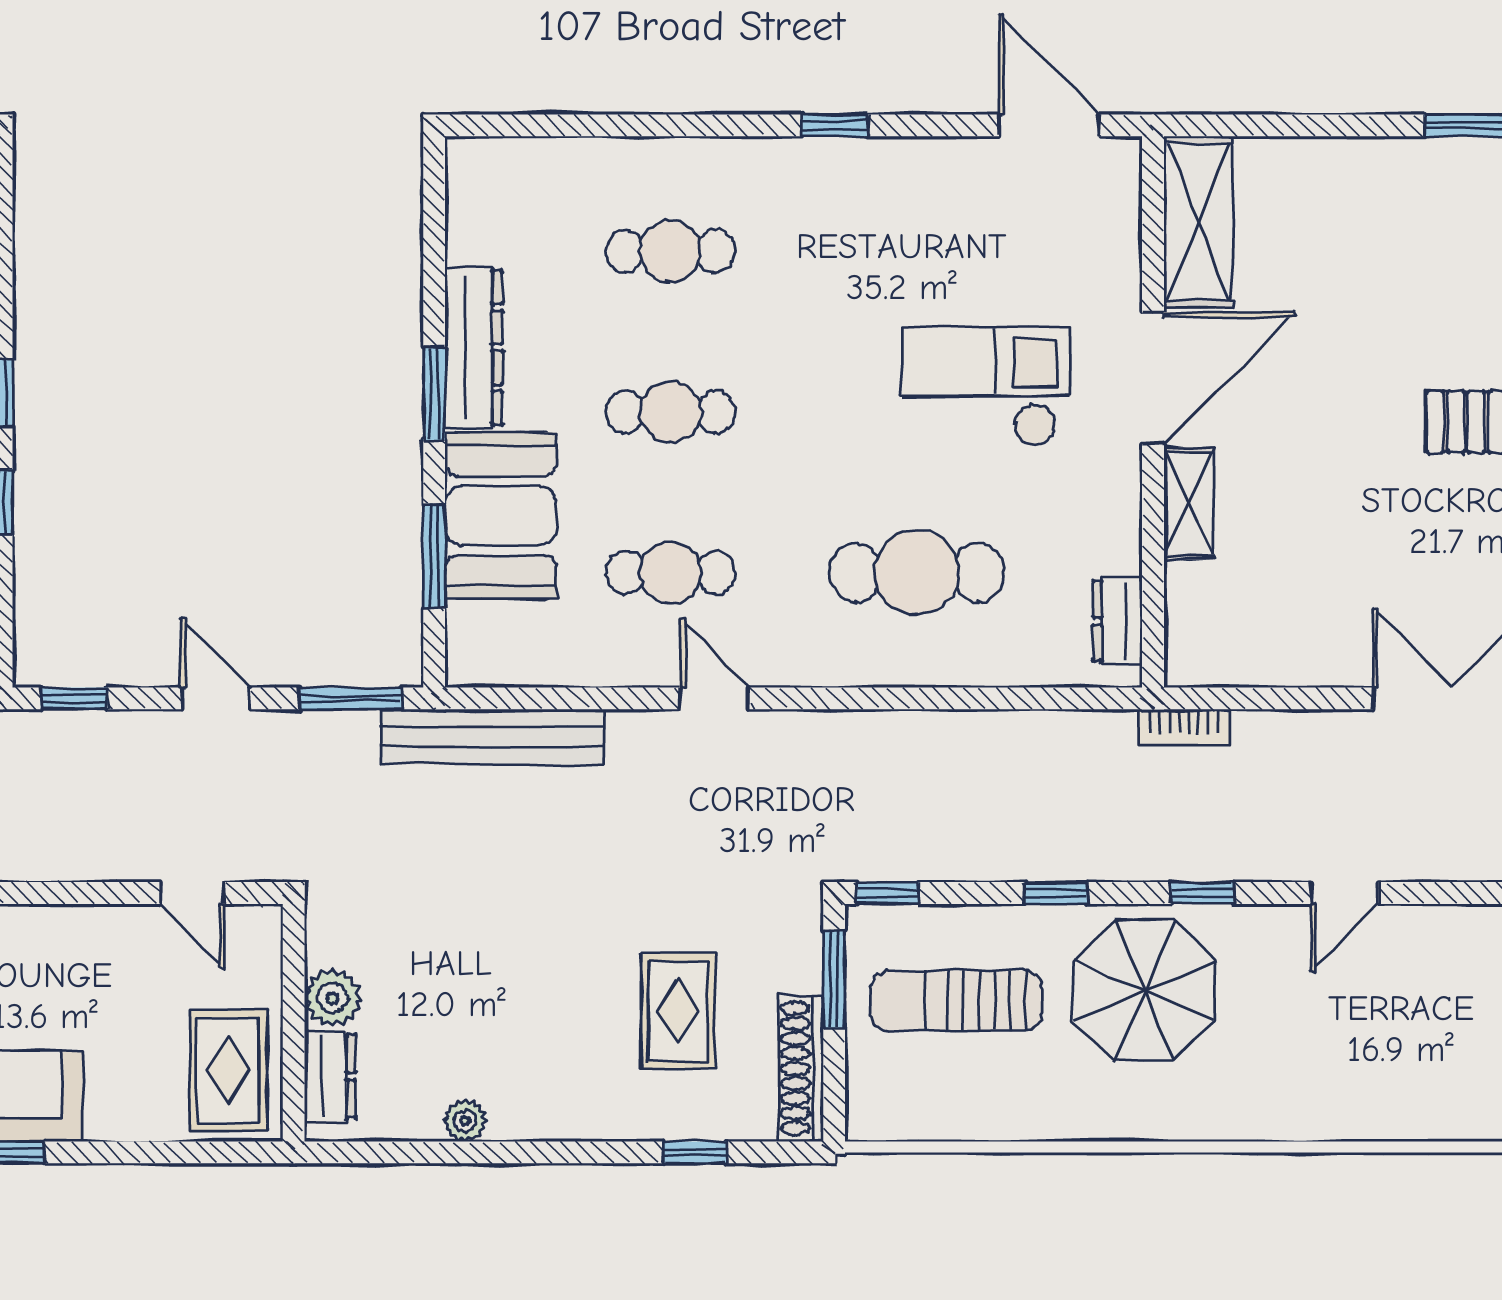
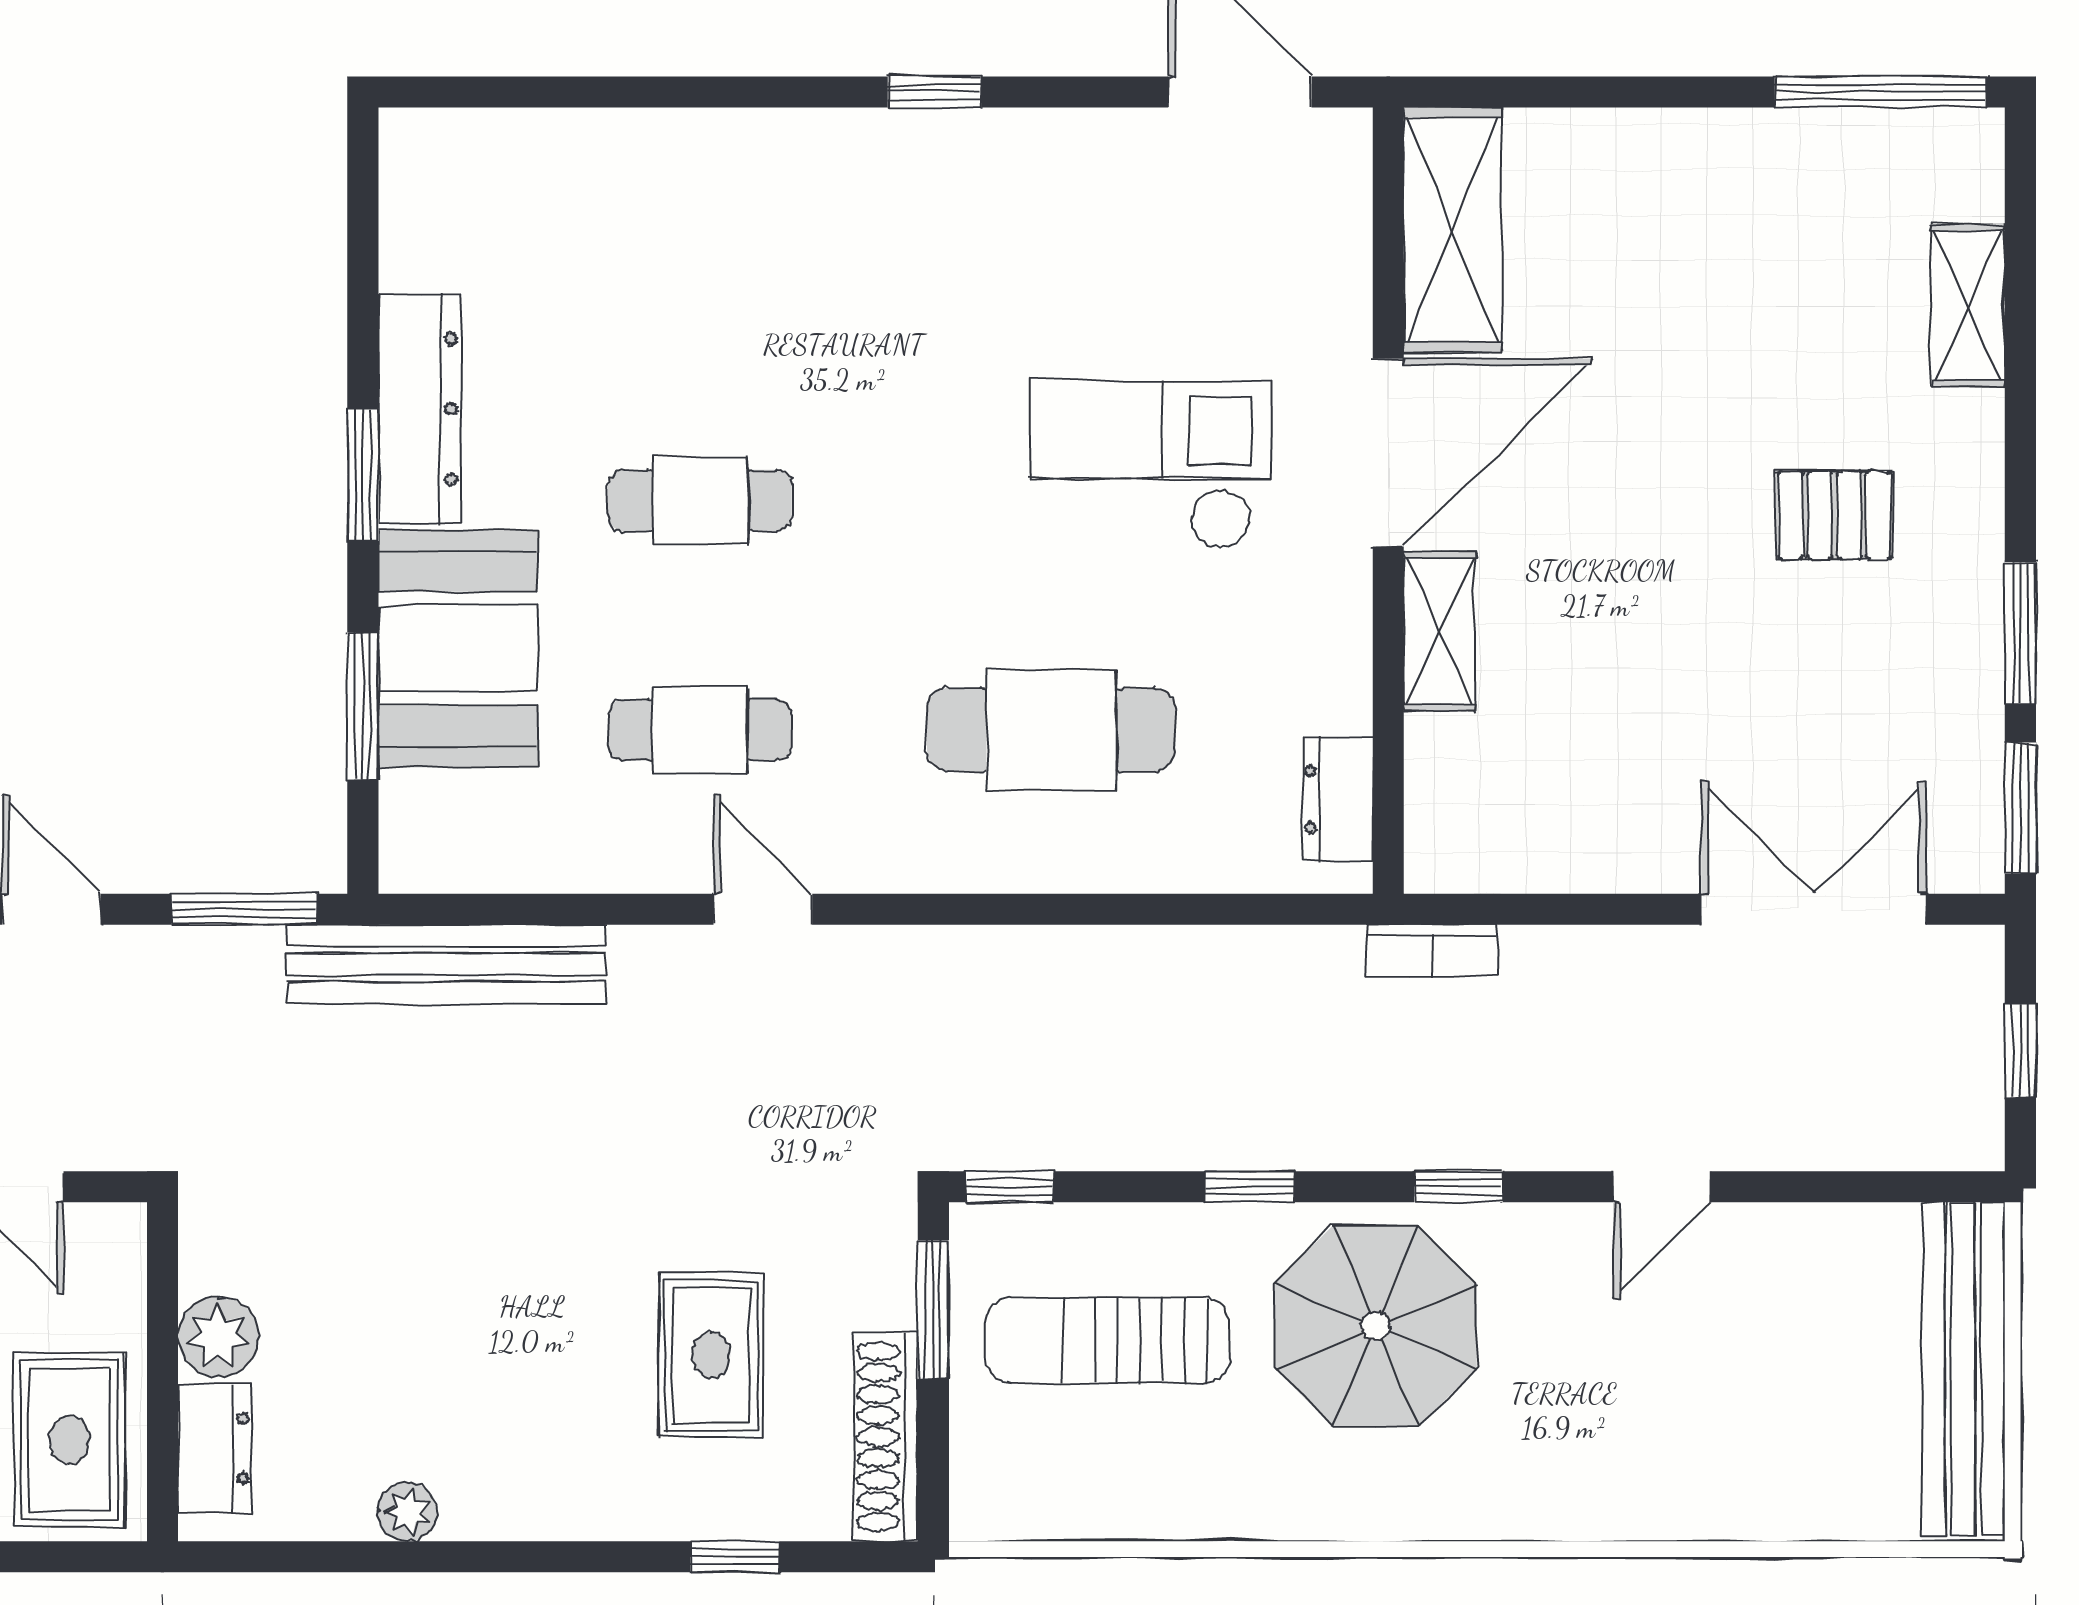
cafe table: (670, 251) -> (700, 271), removed

